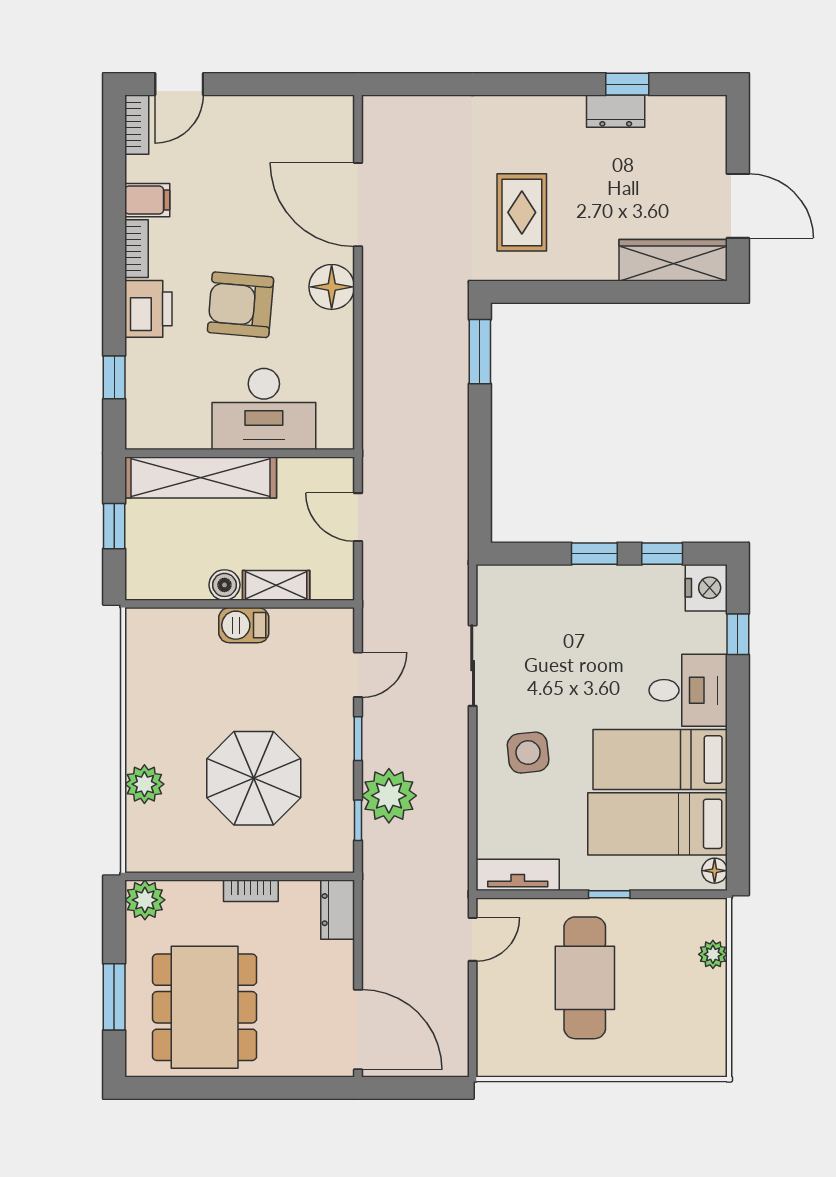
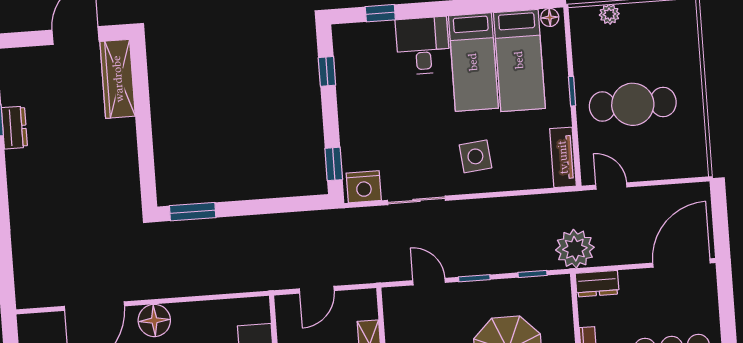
rug: (522, 212) -> (91, 189), removed
window: (594, 554) -> (334, 164), moved
nightstand: (706, 588) -> (364, 187), moved, turned 180
plant: (389, 796) -> (575, 249), moved

